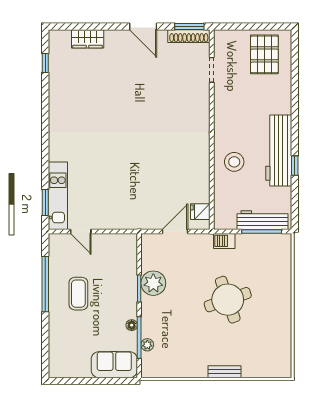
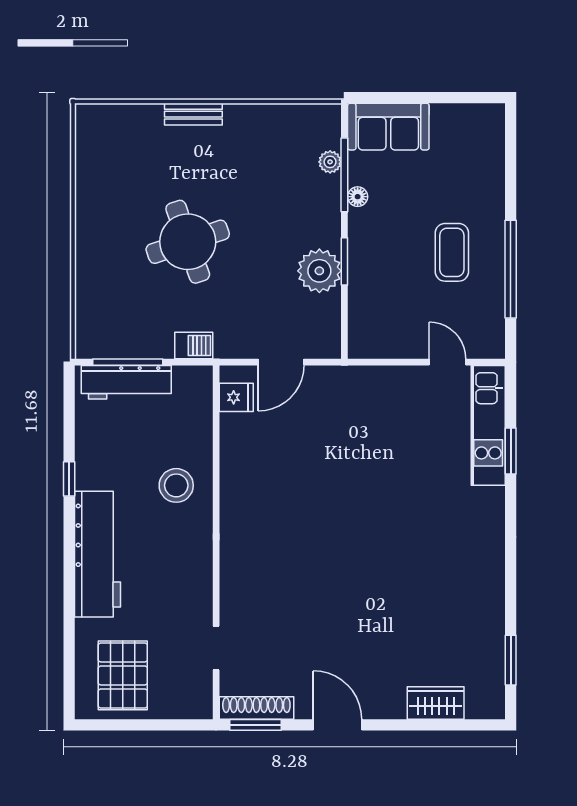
window: (45, 63) -> (511, 660), width x1.50
workbench: (279, 150) -> (97, 554), moved
window: (45, 202) -> (511, 451), moved

